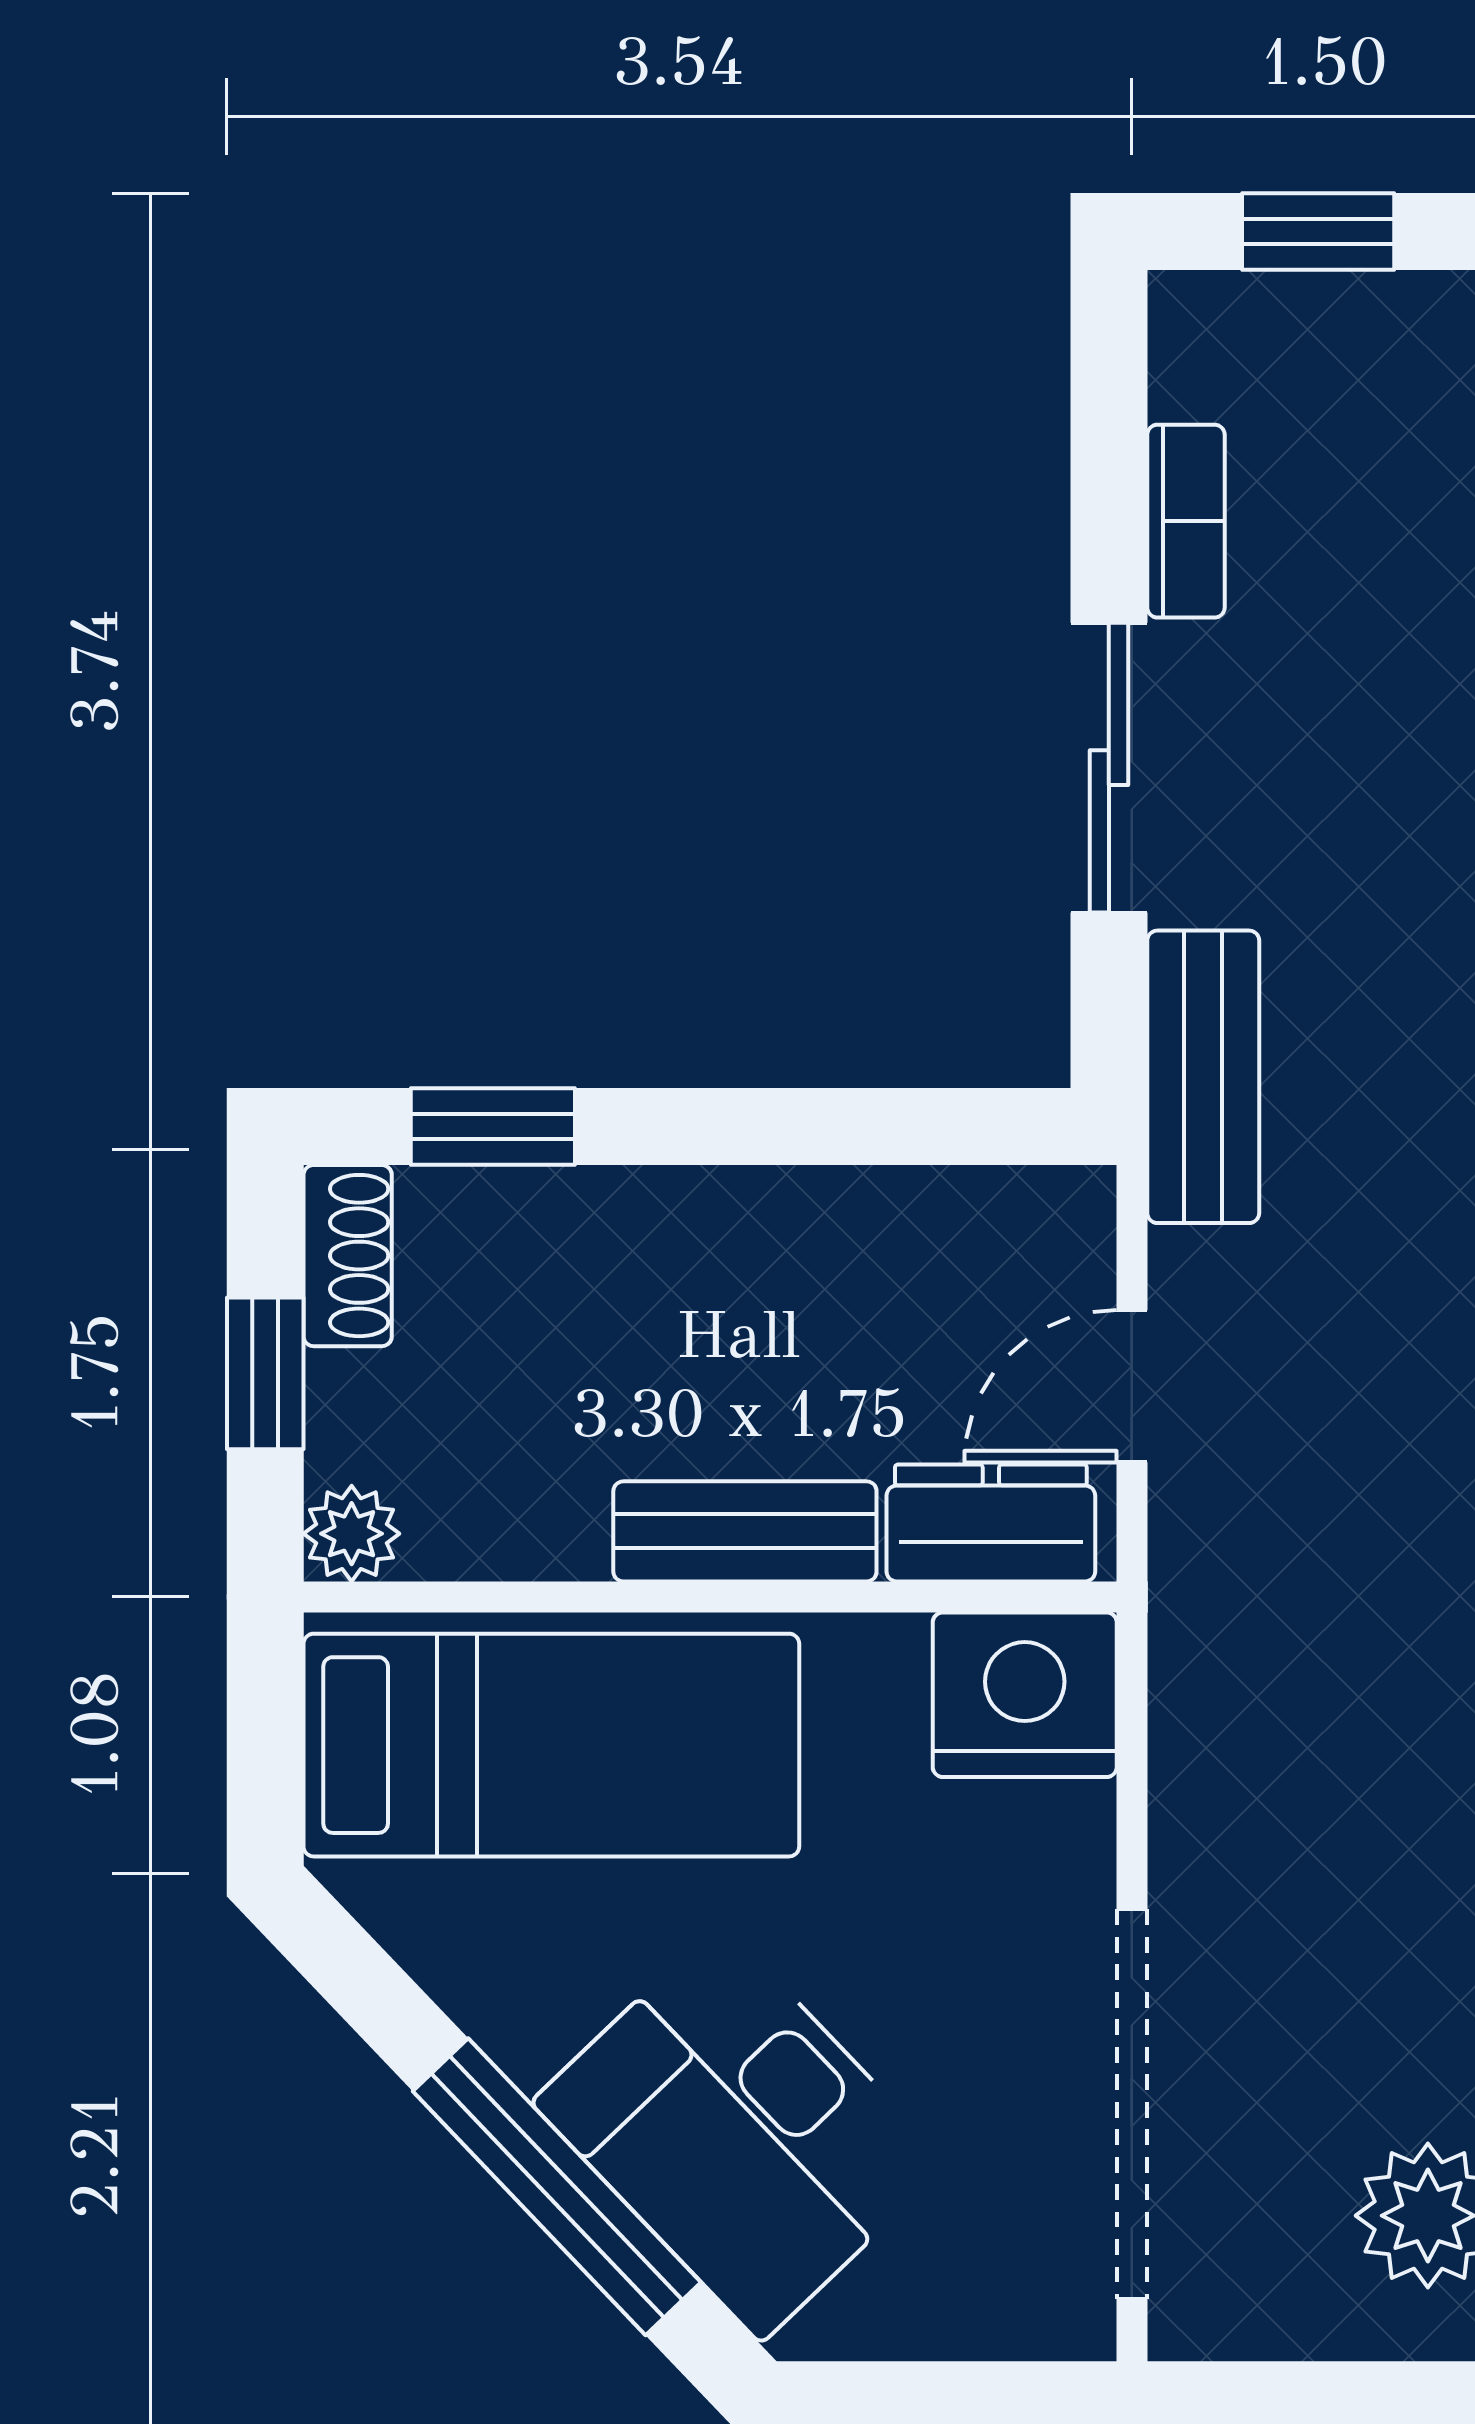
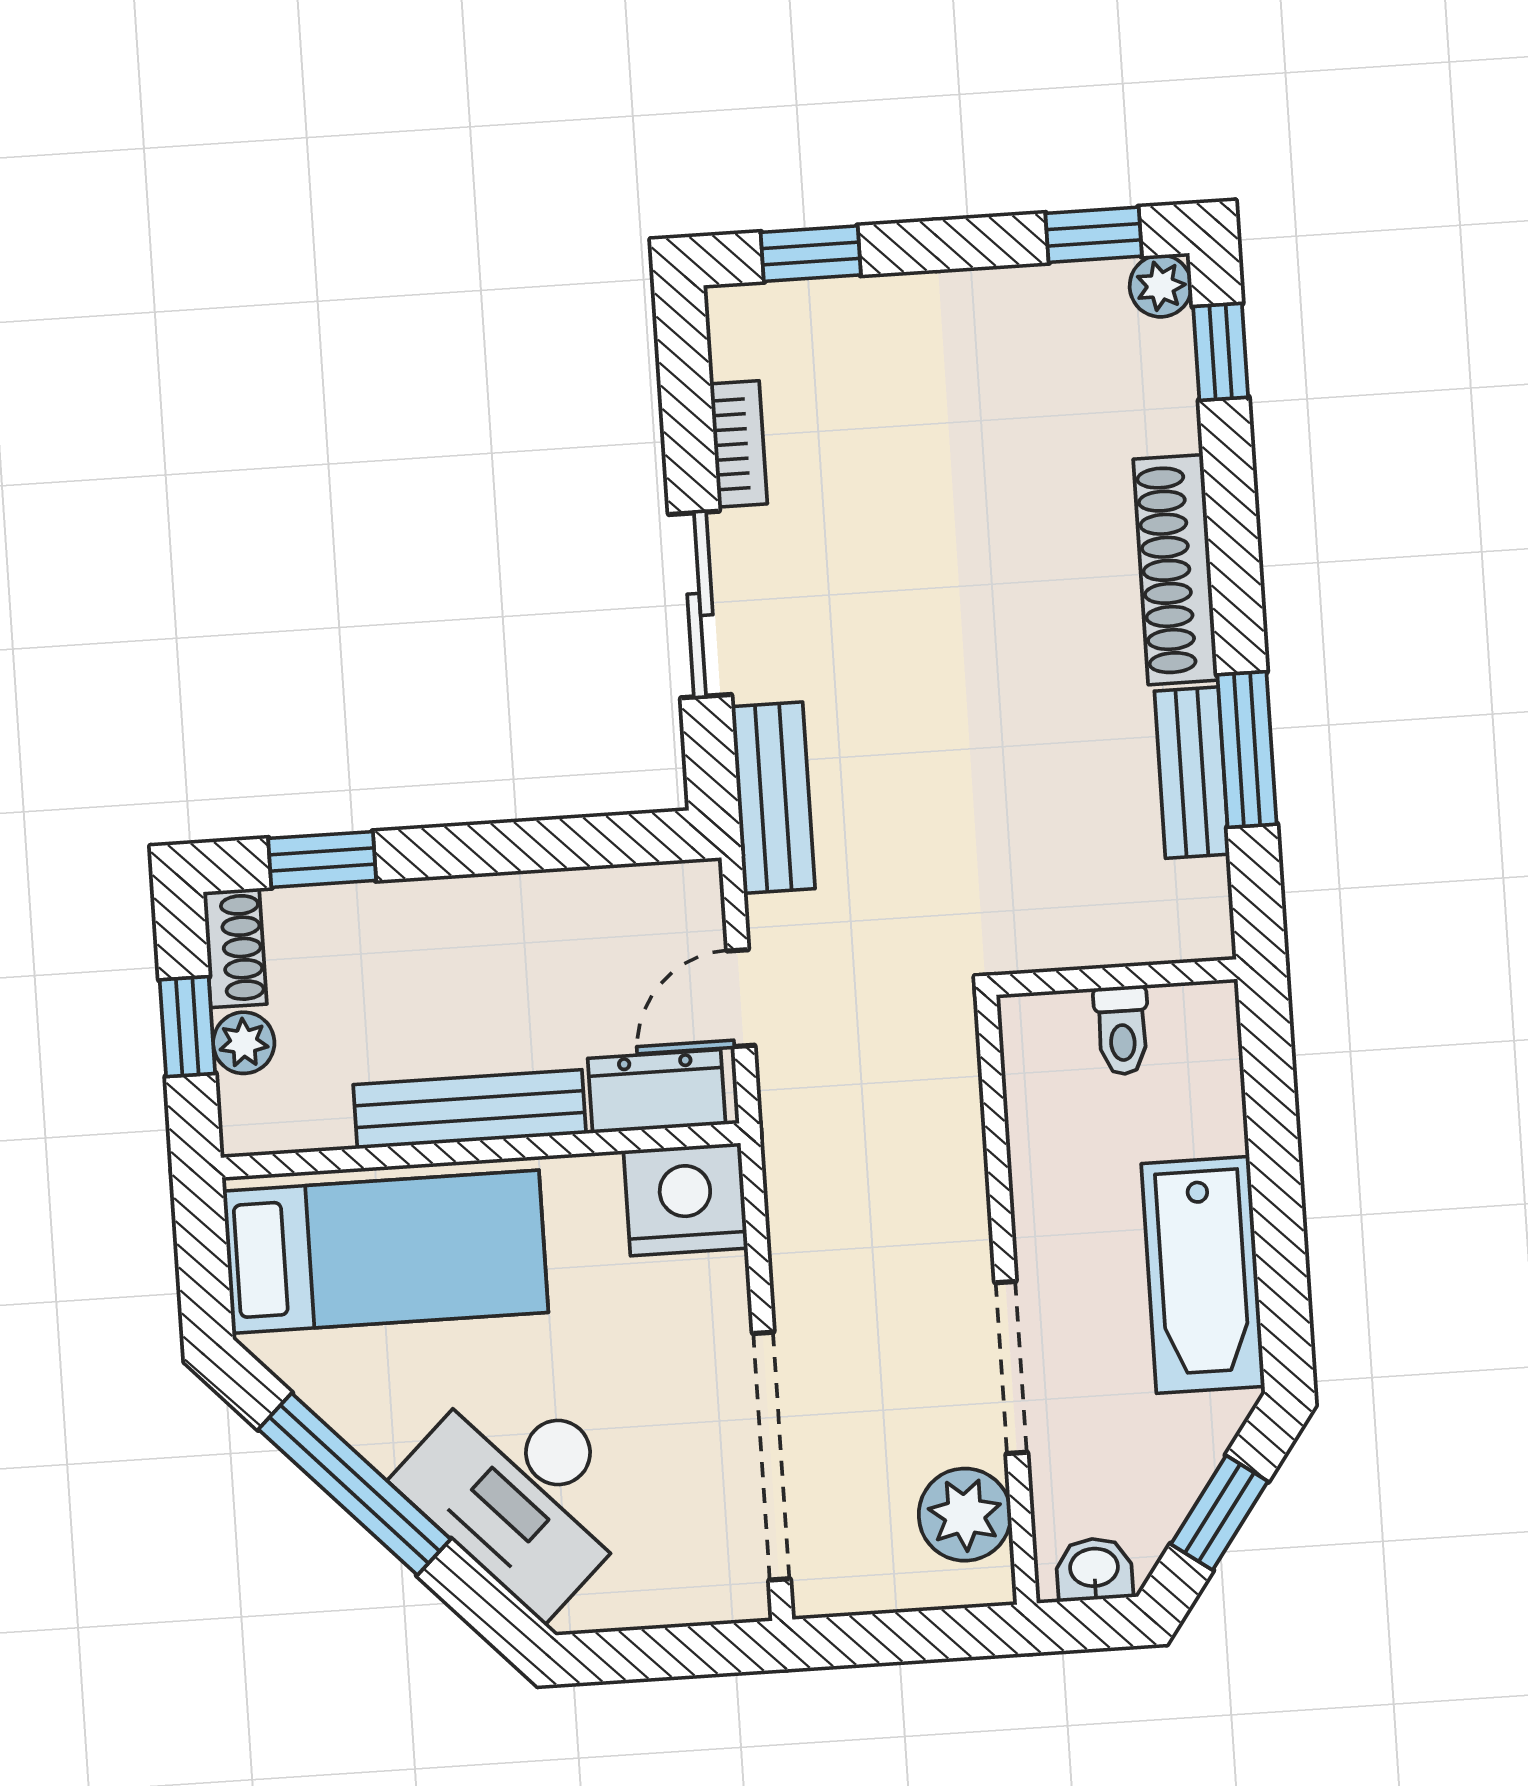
bench: (745, 1531) -> (470, 1109), width x1.36
plant: (352, 1534) -> (244, 1043), moved
window: (557, 2187) -> (354, 1484), moved

